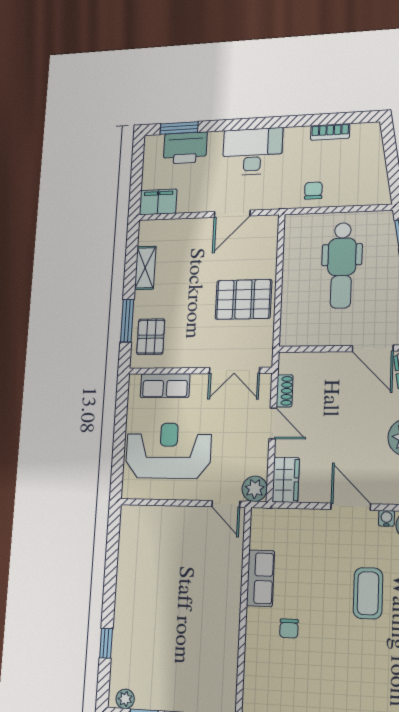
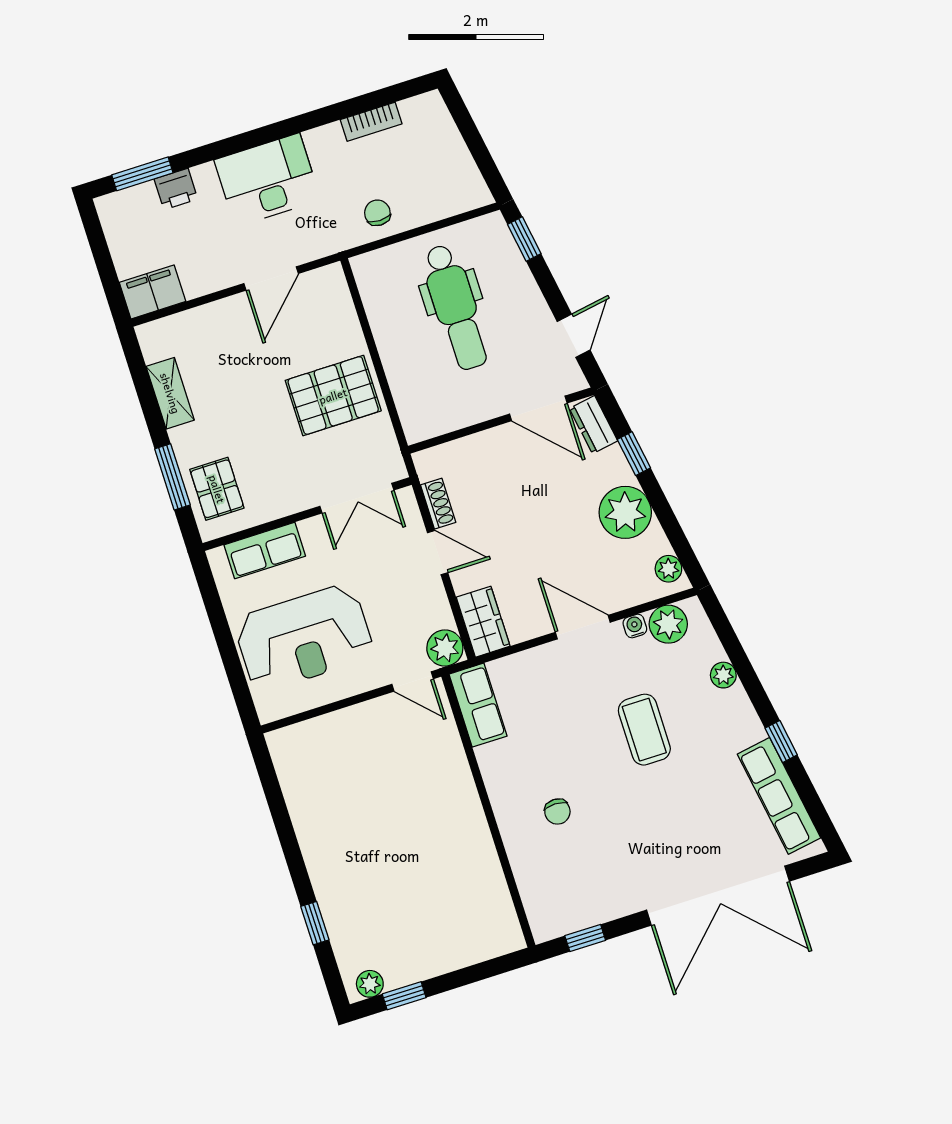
printer: (185, 148) -> (176, 189), width x0.53, depth x0.68
reception desk: (168, 451) -> (304, 638), turned 180
row of seats: (261, 578) -> (478, 705), moved

